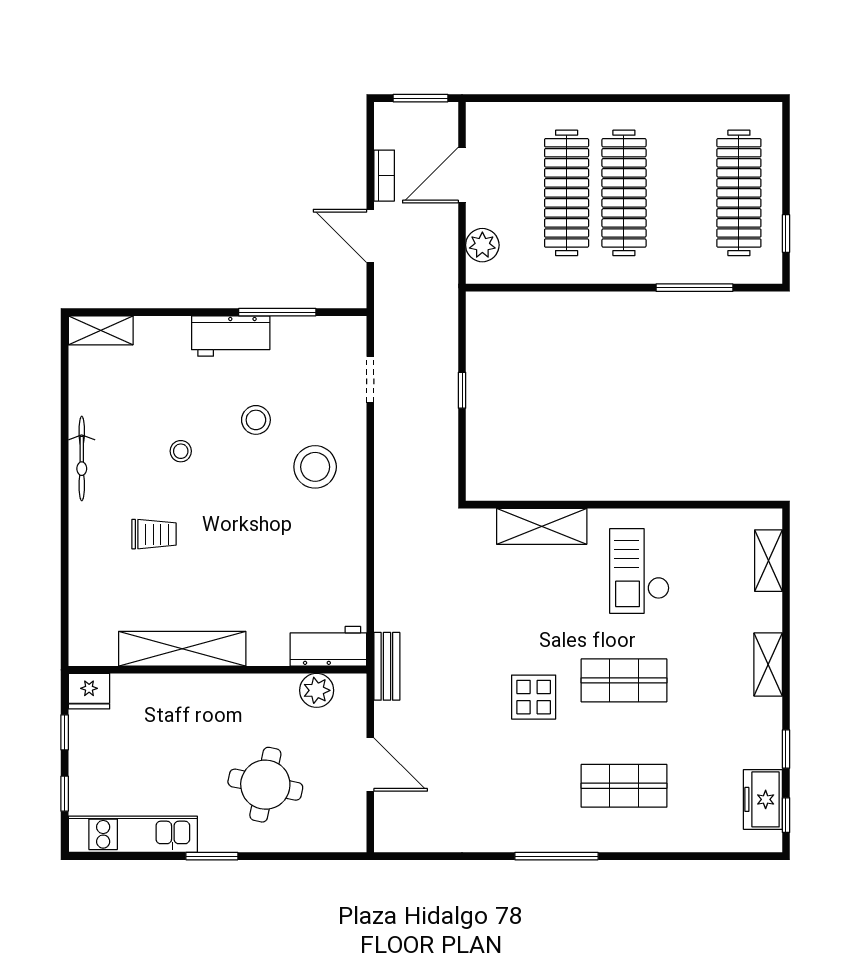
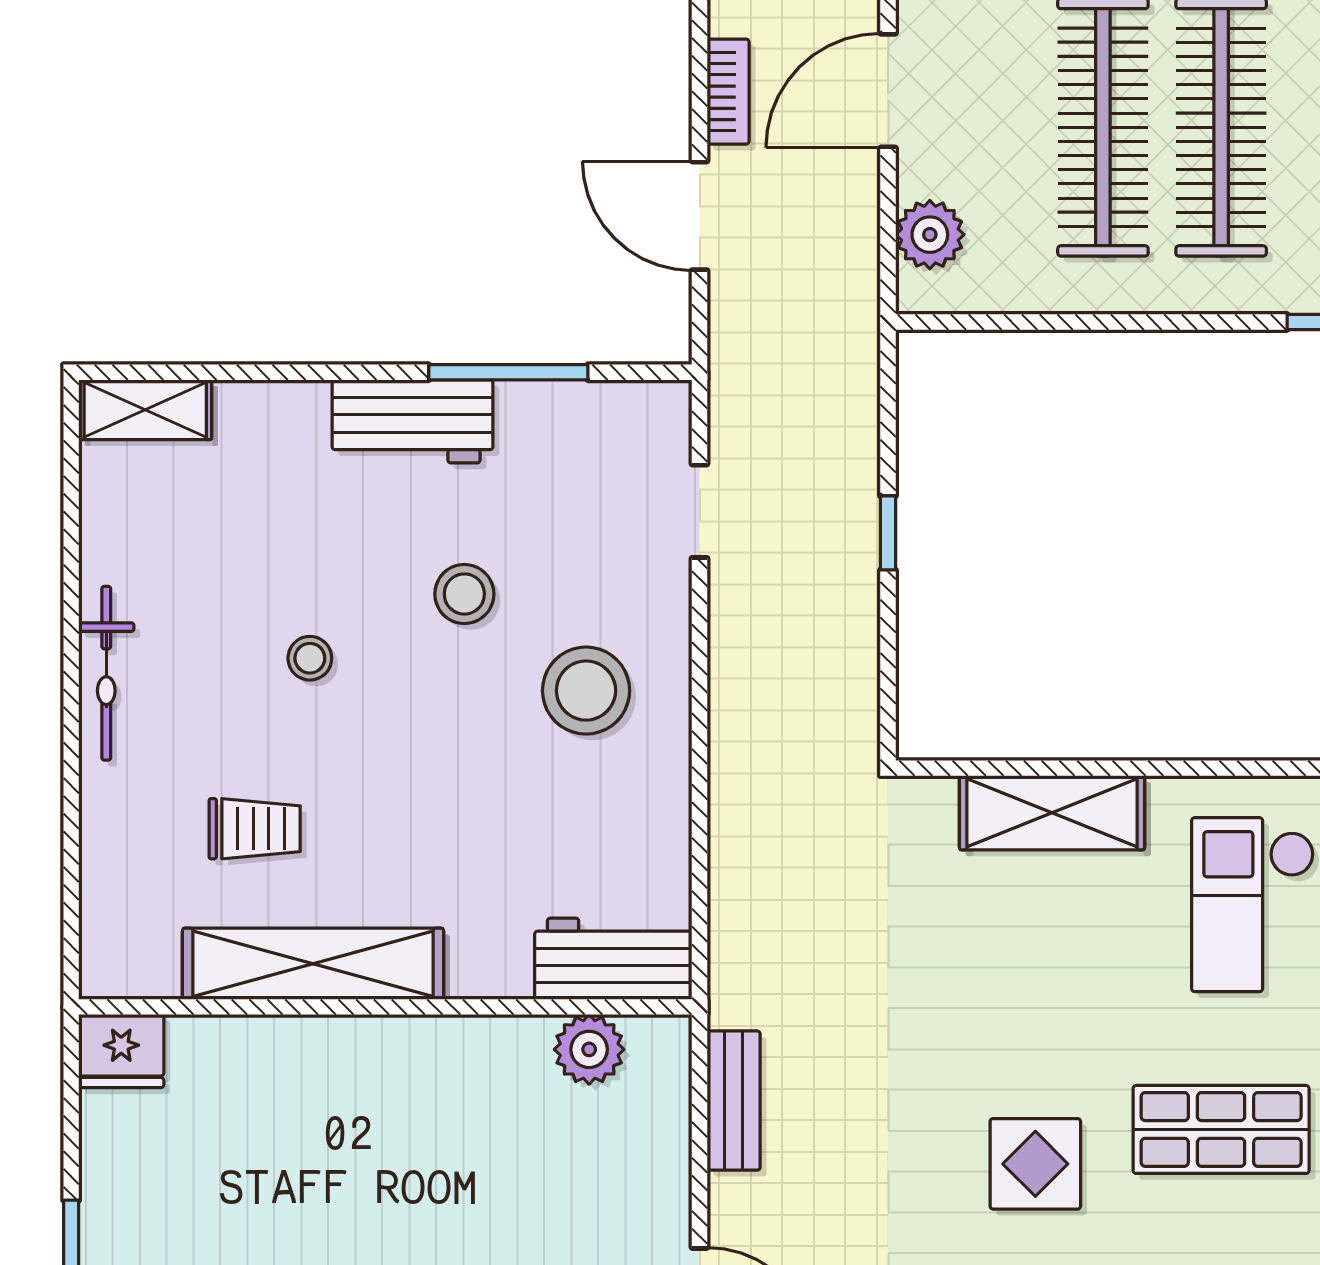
workbench: (328, 646) -> (613, 959), moved
shelving: (182, 649) -> (313, 964), moved
wall: (217, 670) -> (385, 1007), moved
plant: (317, 690) -> (589, 1049), moved
fridge: (89, 691) -> (121, 1051), moved

